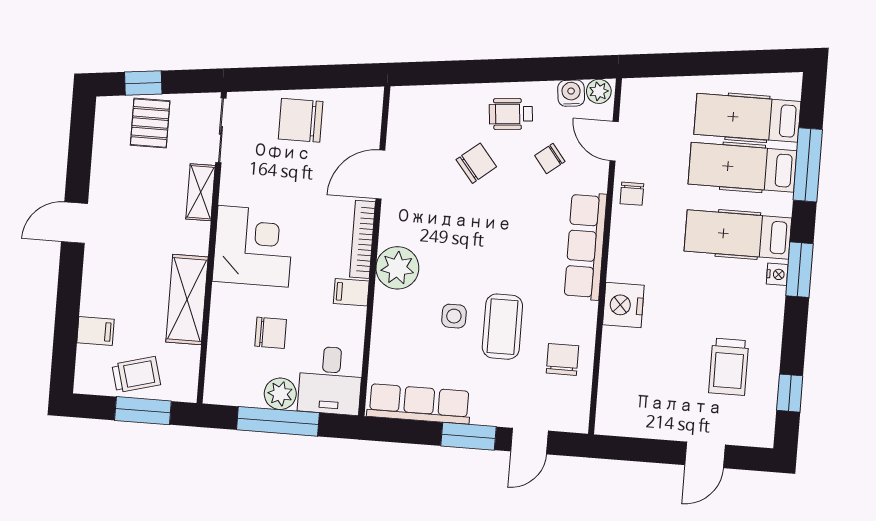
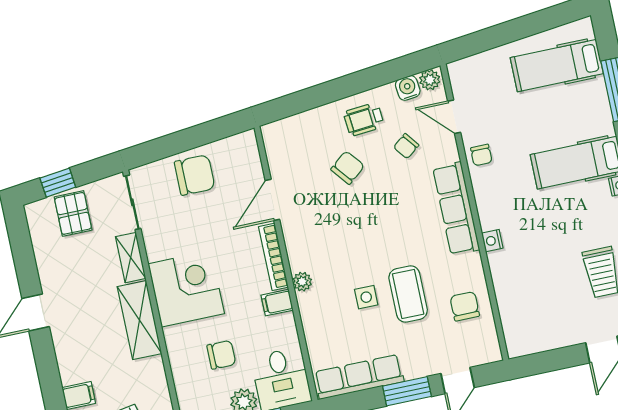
chair: (301, 120) -> (195, 175), turned 180
hospital bed: (743, 167) -> (565, 107), removed
plant: (397, 268) -> (302, 282), width x0.53, depth x0.53
shelving: (187, 299) -> (139, 320), moved
nightstand: (623, 305) -> (492, 241), width x0.53, depth x0.56

